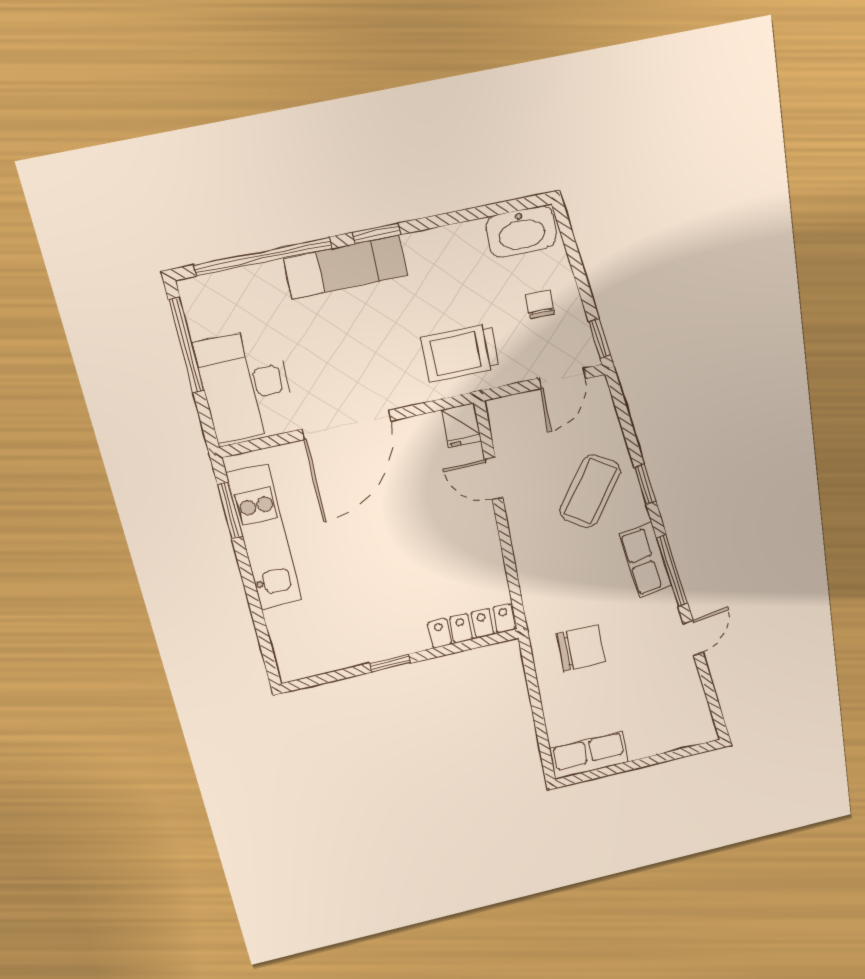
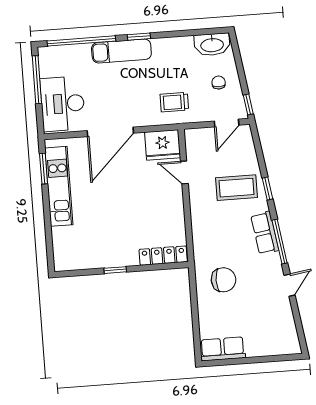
trolley: (461, 353) -> (174, 102), width x0.73, depth x0.72
fridge: (461, 426) -> (163, 145), width x1.88, depth x1.34
coffee table: (590, 491) -> (237, 188), turned 55

